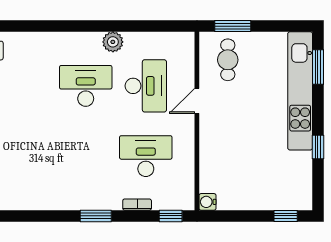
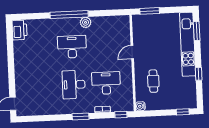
window: (83, 26) -> (69, 15), added
cafe table: (228, 60) -> (153, 81), moved
desk: (146, 86) -> (74, 85), moved, turned 180

